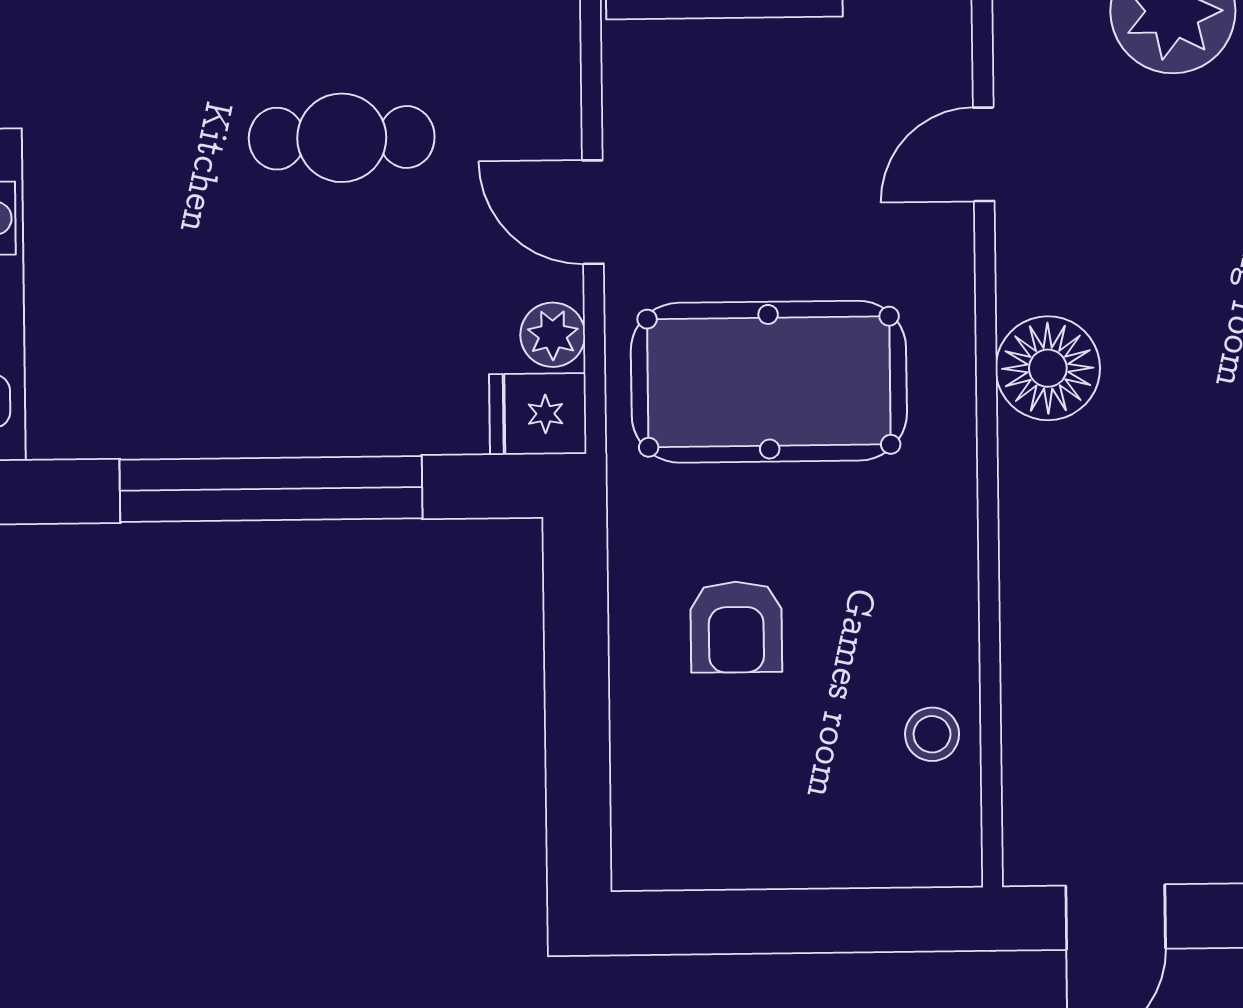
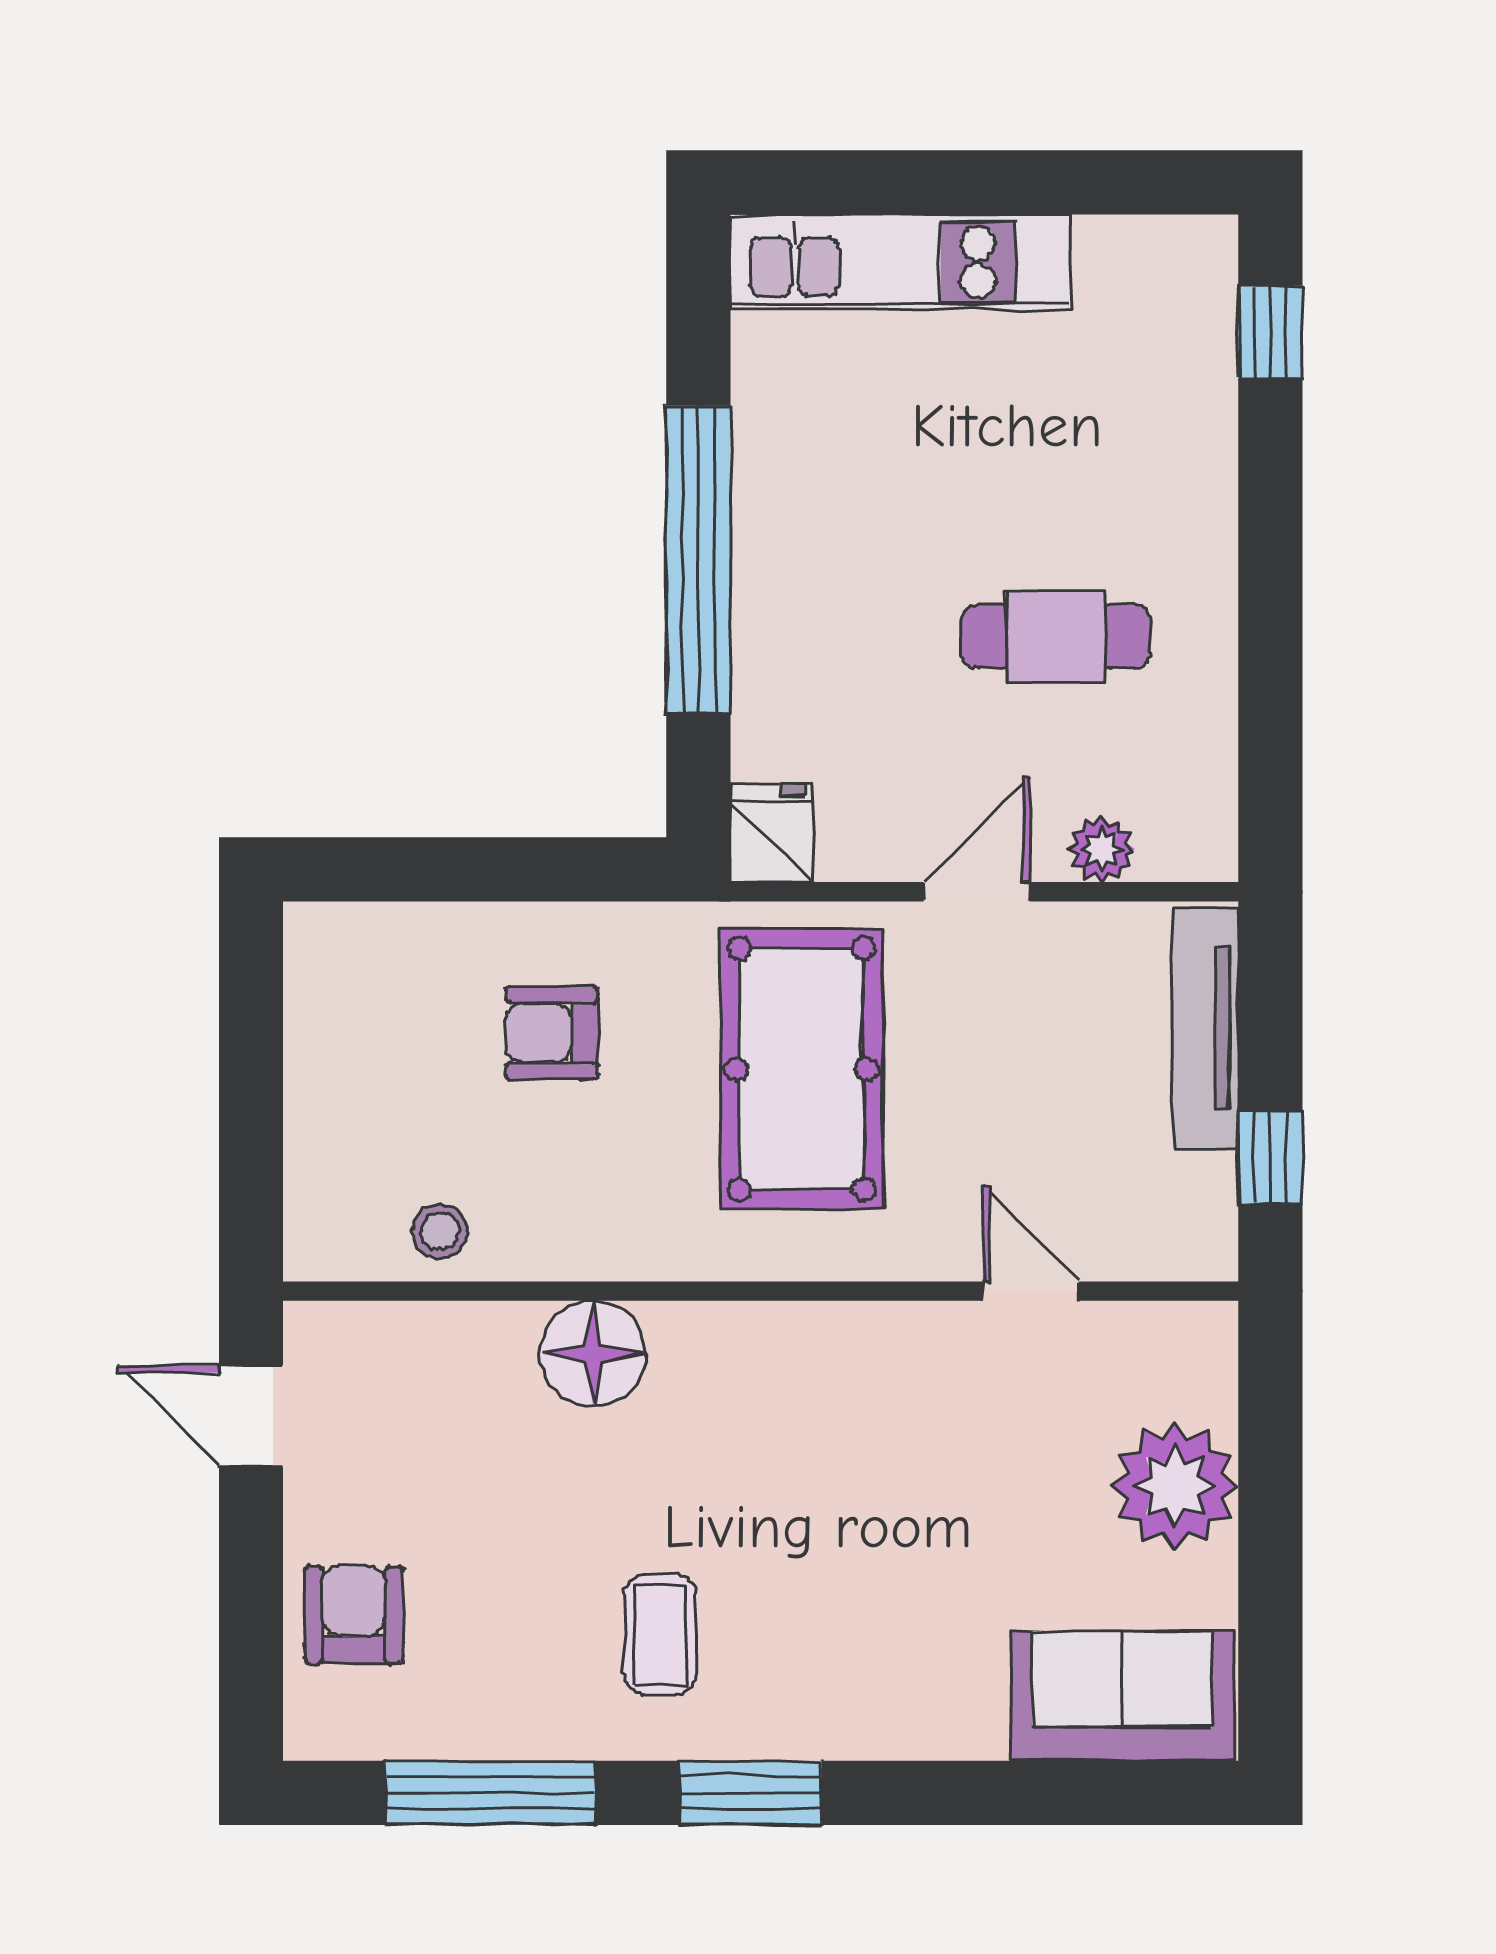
cafe table: (342, 138) -> (1056, 636), turned 90
plant: (553, 335) -> (1102, 849), moved
floor lamp: (1048, 368) -> (593, 1354), moved

